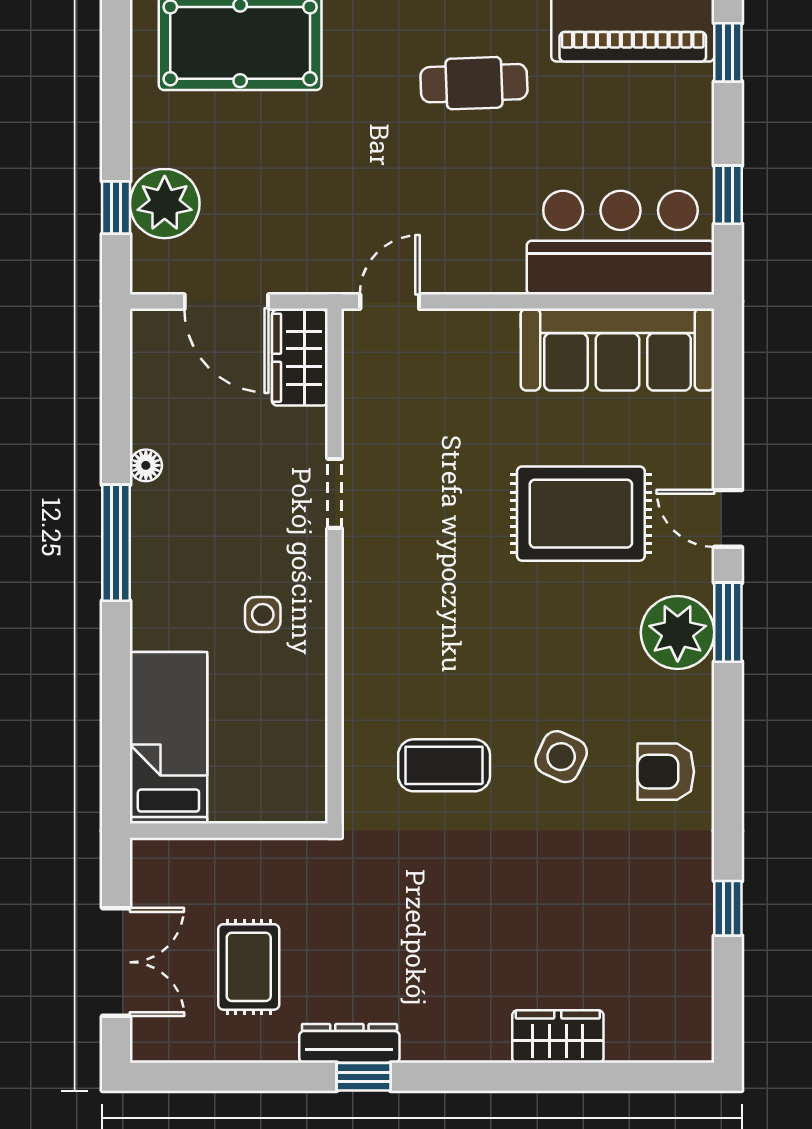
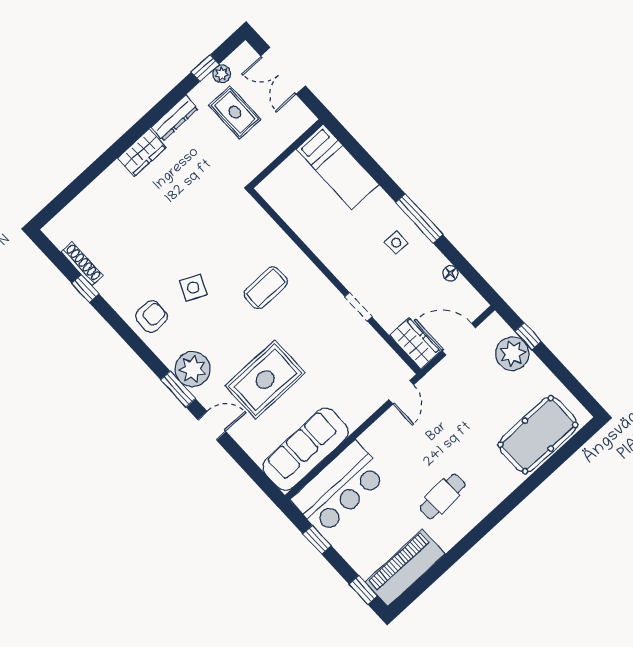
floor lamp: (146, 465) -> (450, 273), moved
side table: (263, 615) -> (396, 243), moved
coffee table: (444, 765) -> (266, 288), moved
shoe rack: (698, 951) -> (82, 264), added
wardrobe: (558, 1037) -> (142, 153), moved
plant: (215, 1045) -> (222, 74), added
window: (364, 1077) -> (205, 68), moved

